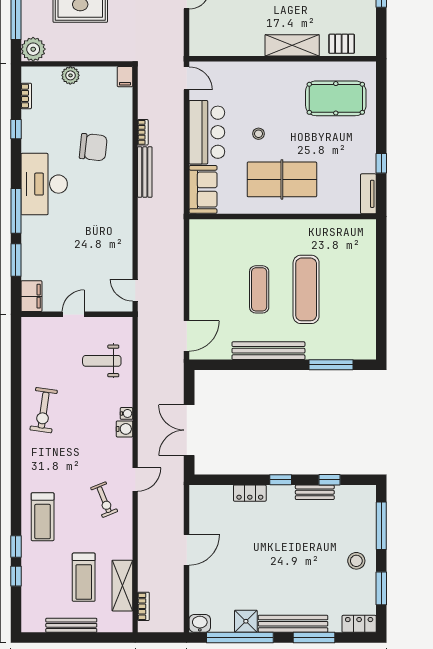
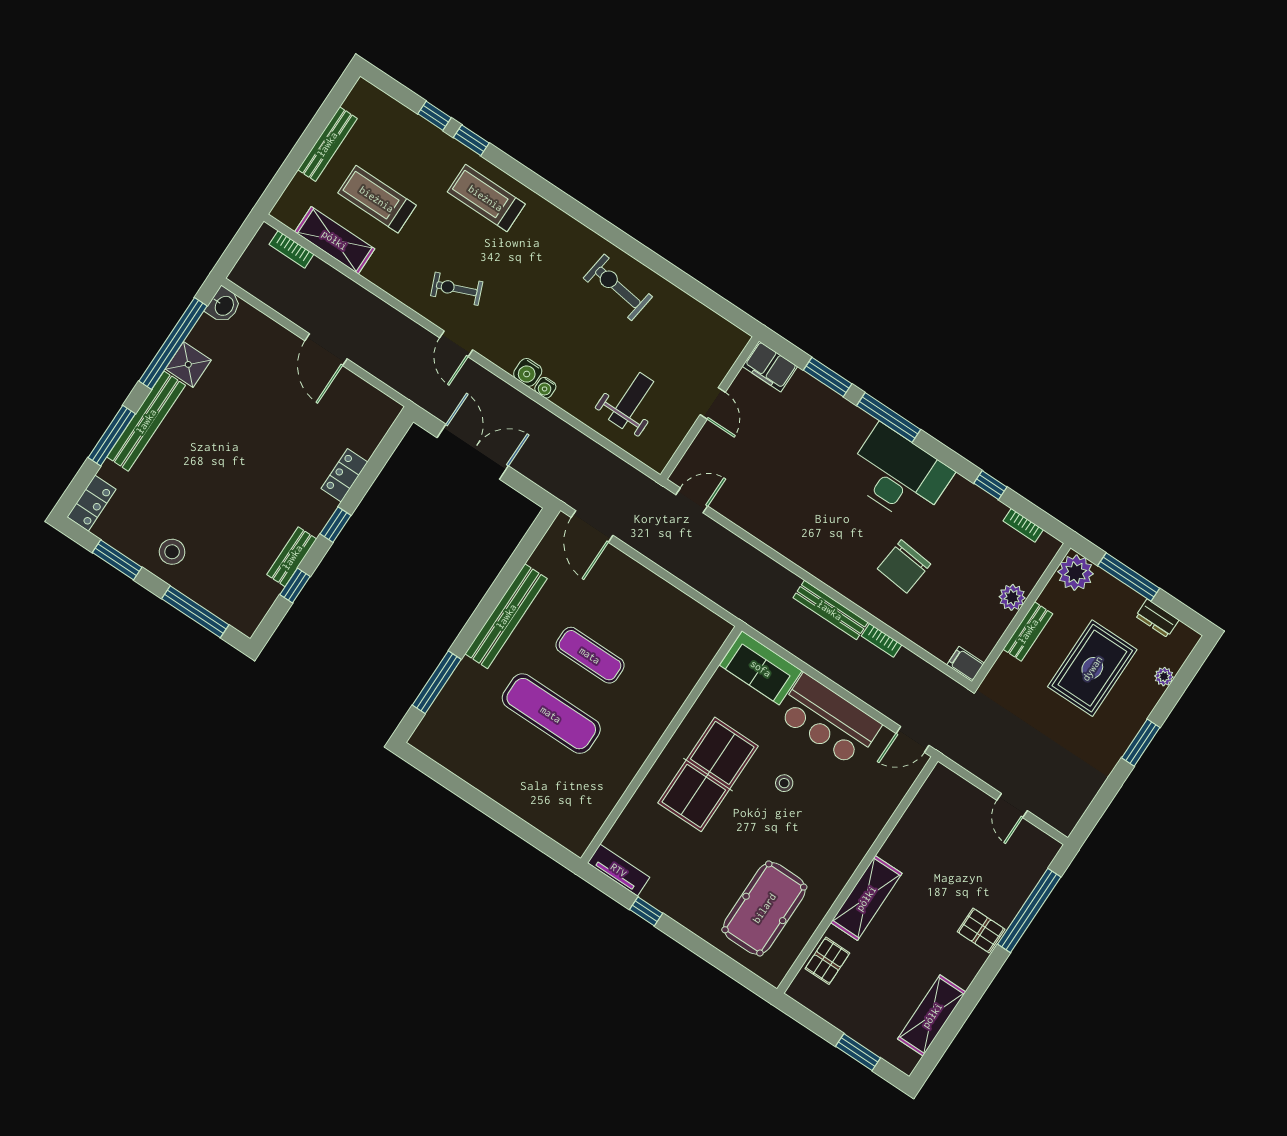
bench: (84, 54) -> (1028, 631), added

